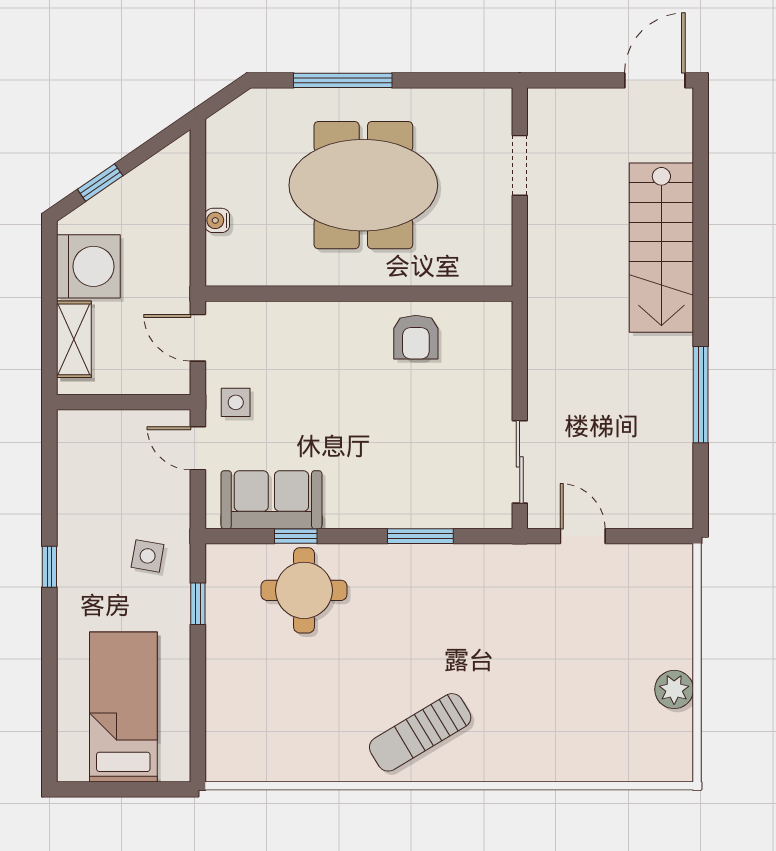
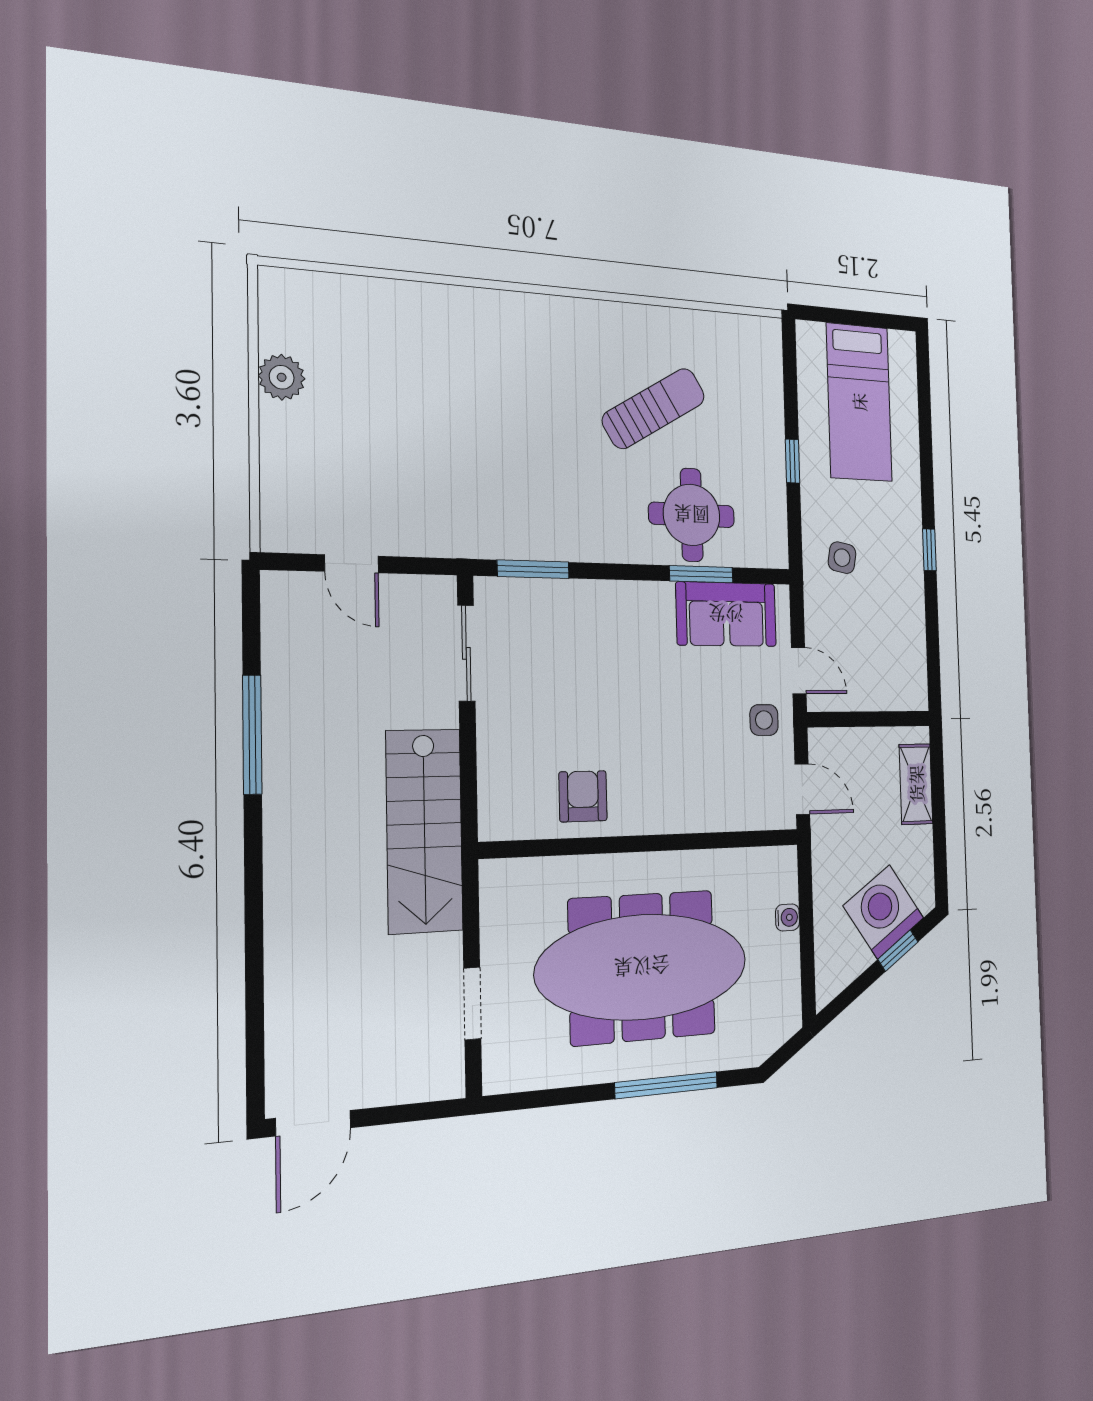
meeting table: (363, 185) -> (642, 967), width x1.36
stairs: (661, 248) -> (424, 831), moved, turned 180
washing machine: (88, 266) -> (883, 912), moved, turned 56
window: (296, 536) -> (701, 574), width x1.50
window: (420, 536) -> (533, 569), moved
door: (583, 536) -> (352, 564), moved
window: (198, 604) -> (793, 461), moved
sun lounger: (420, 732) -> (654, 408), moved

